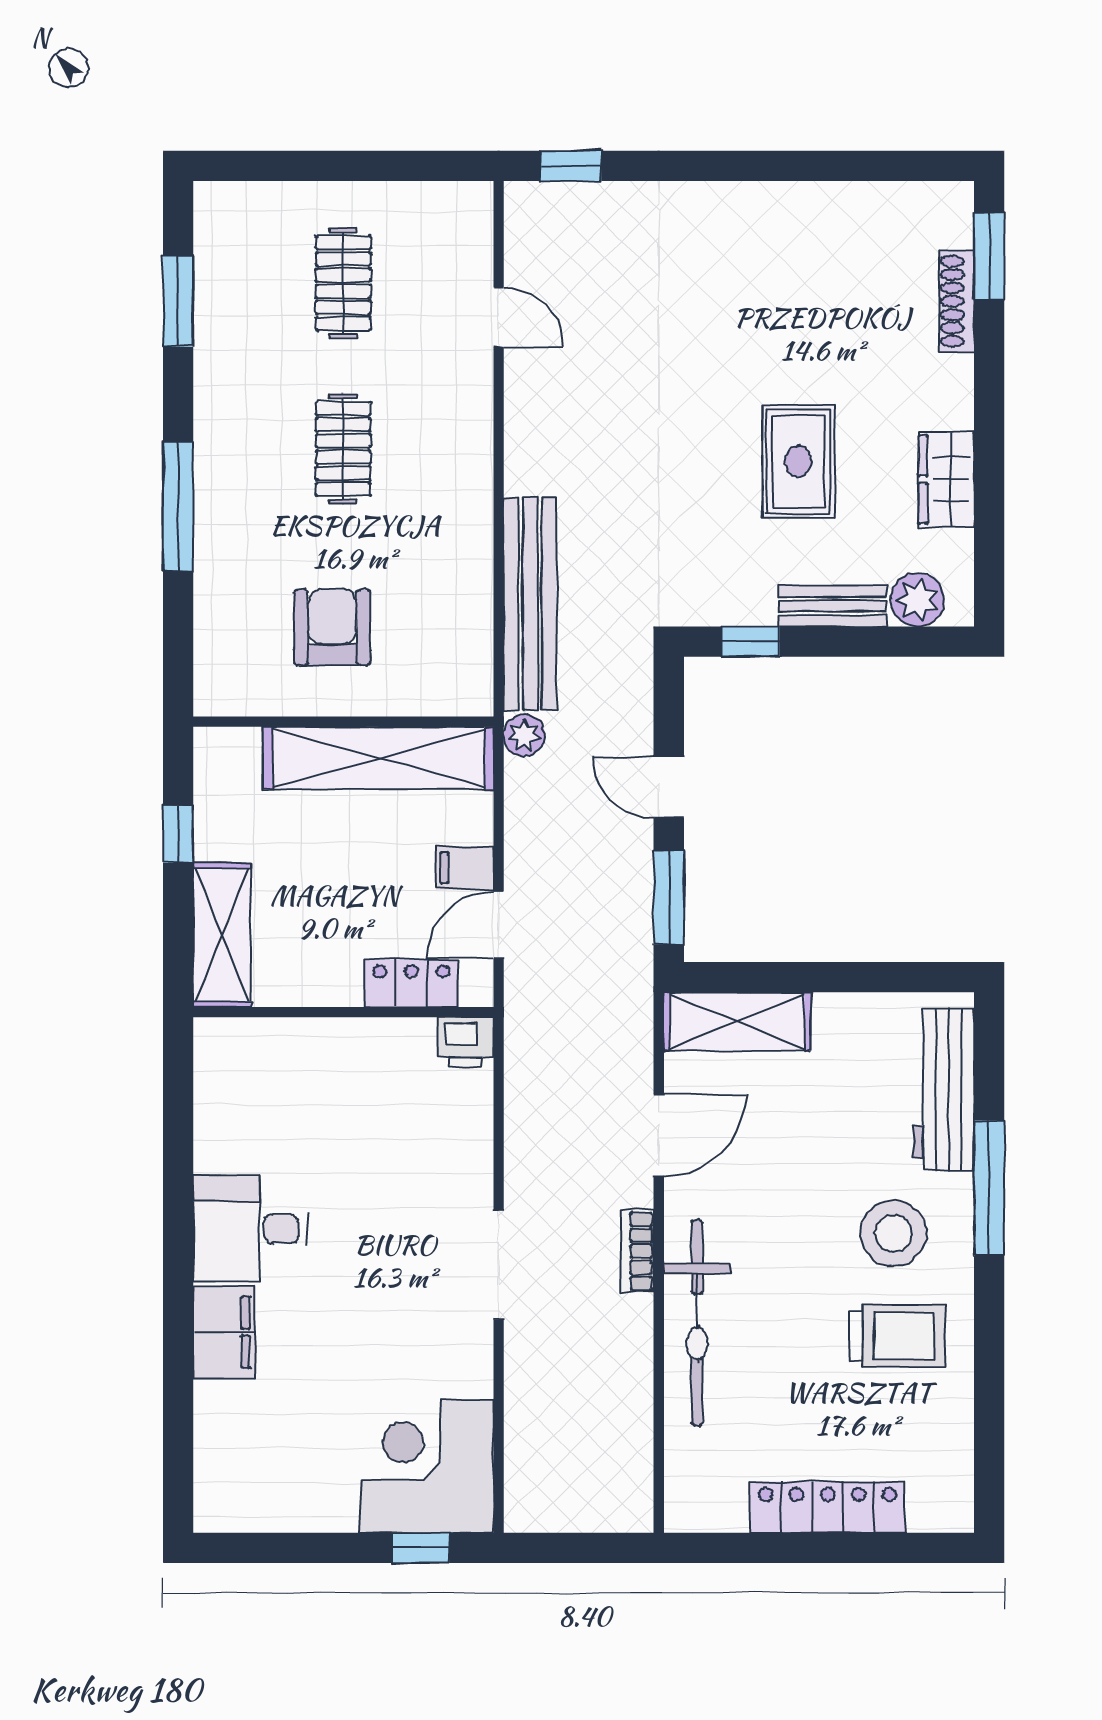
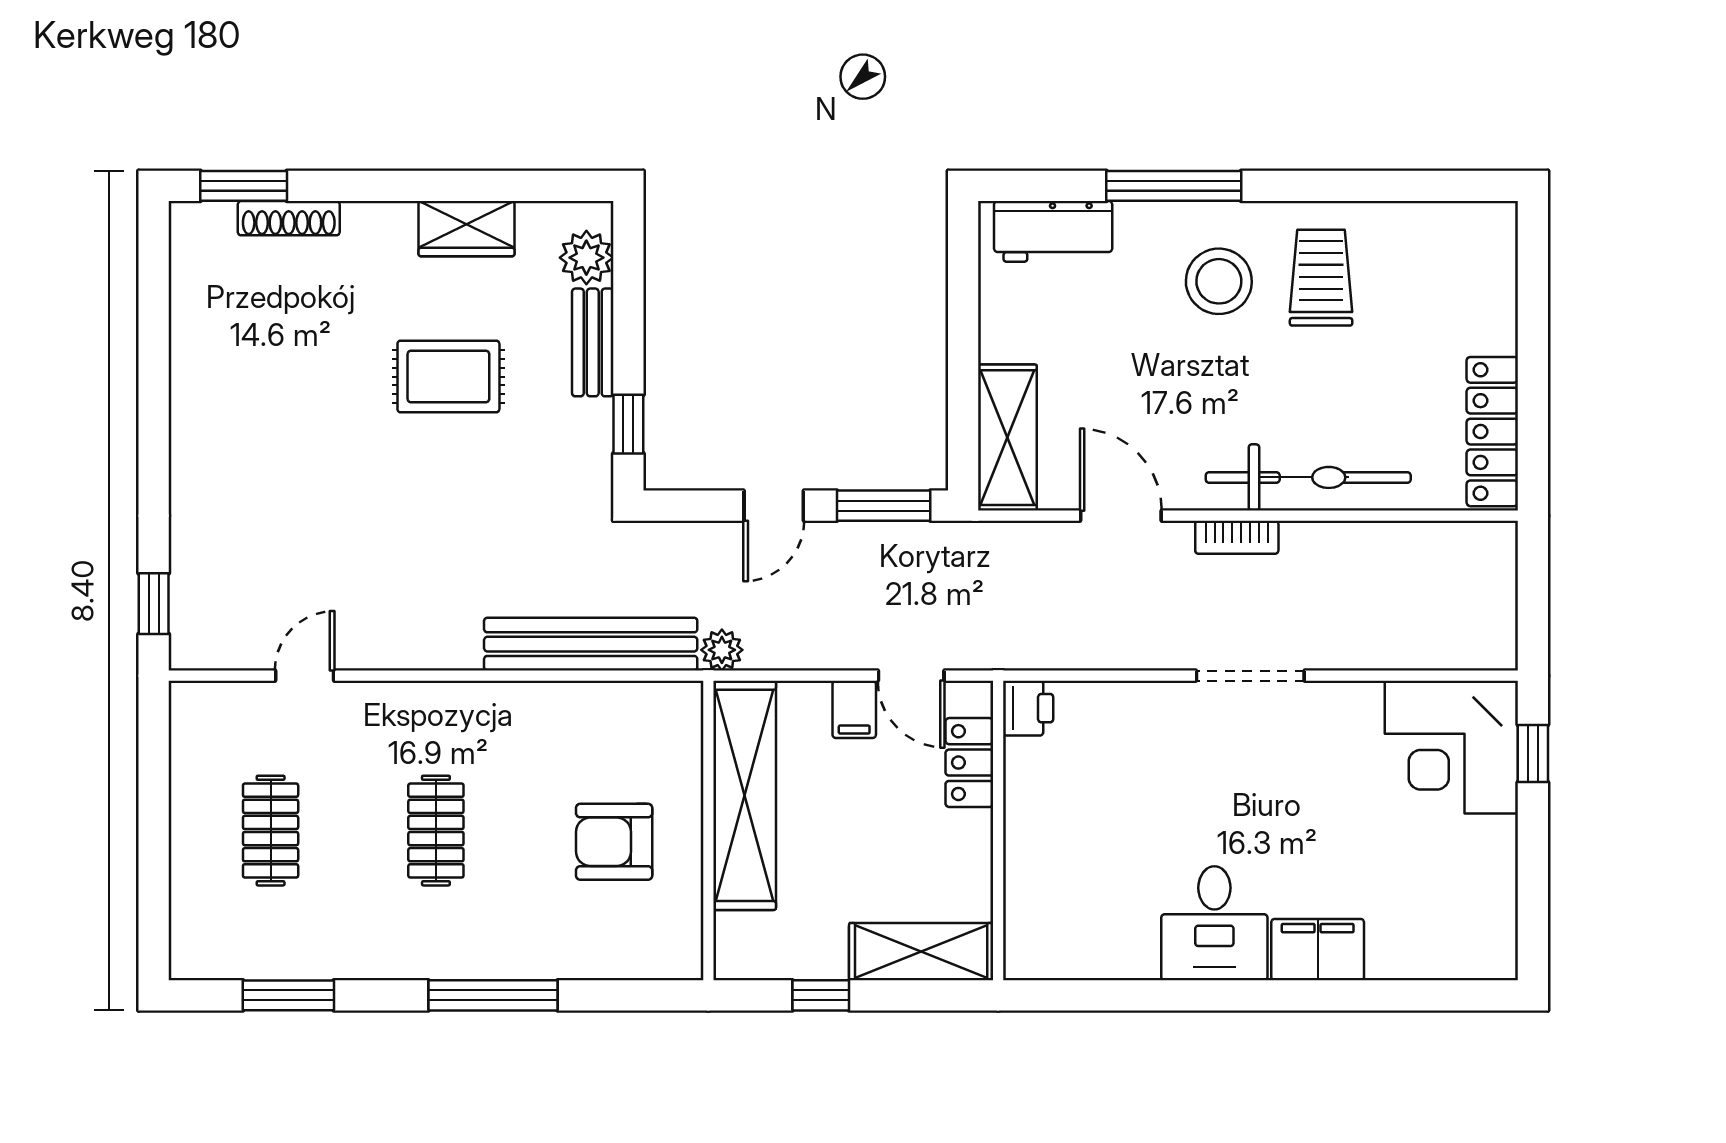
clothes rail: (343, 283) -> (271, 831), turned 90
clothes rail: (343, 449) -> (436, 831), turned 90
workbench: (944, 1089) -> (1053, 231), width x0.73
locker: (828, 1507) -> (1492, 432), moved

